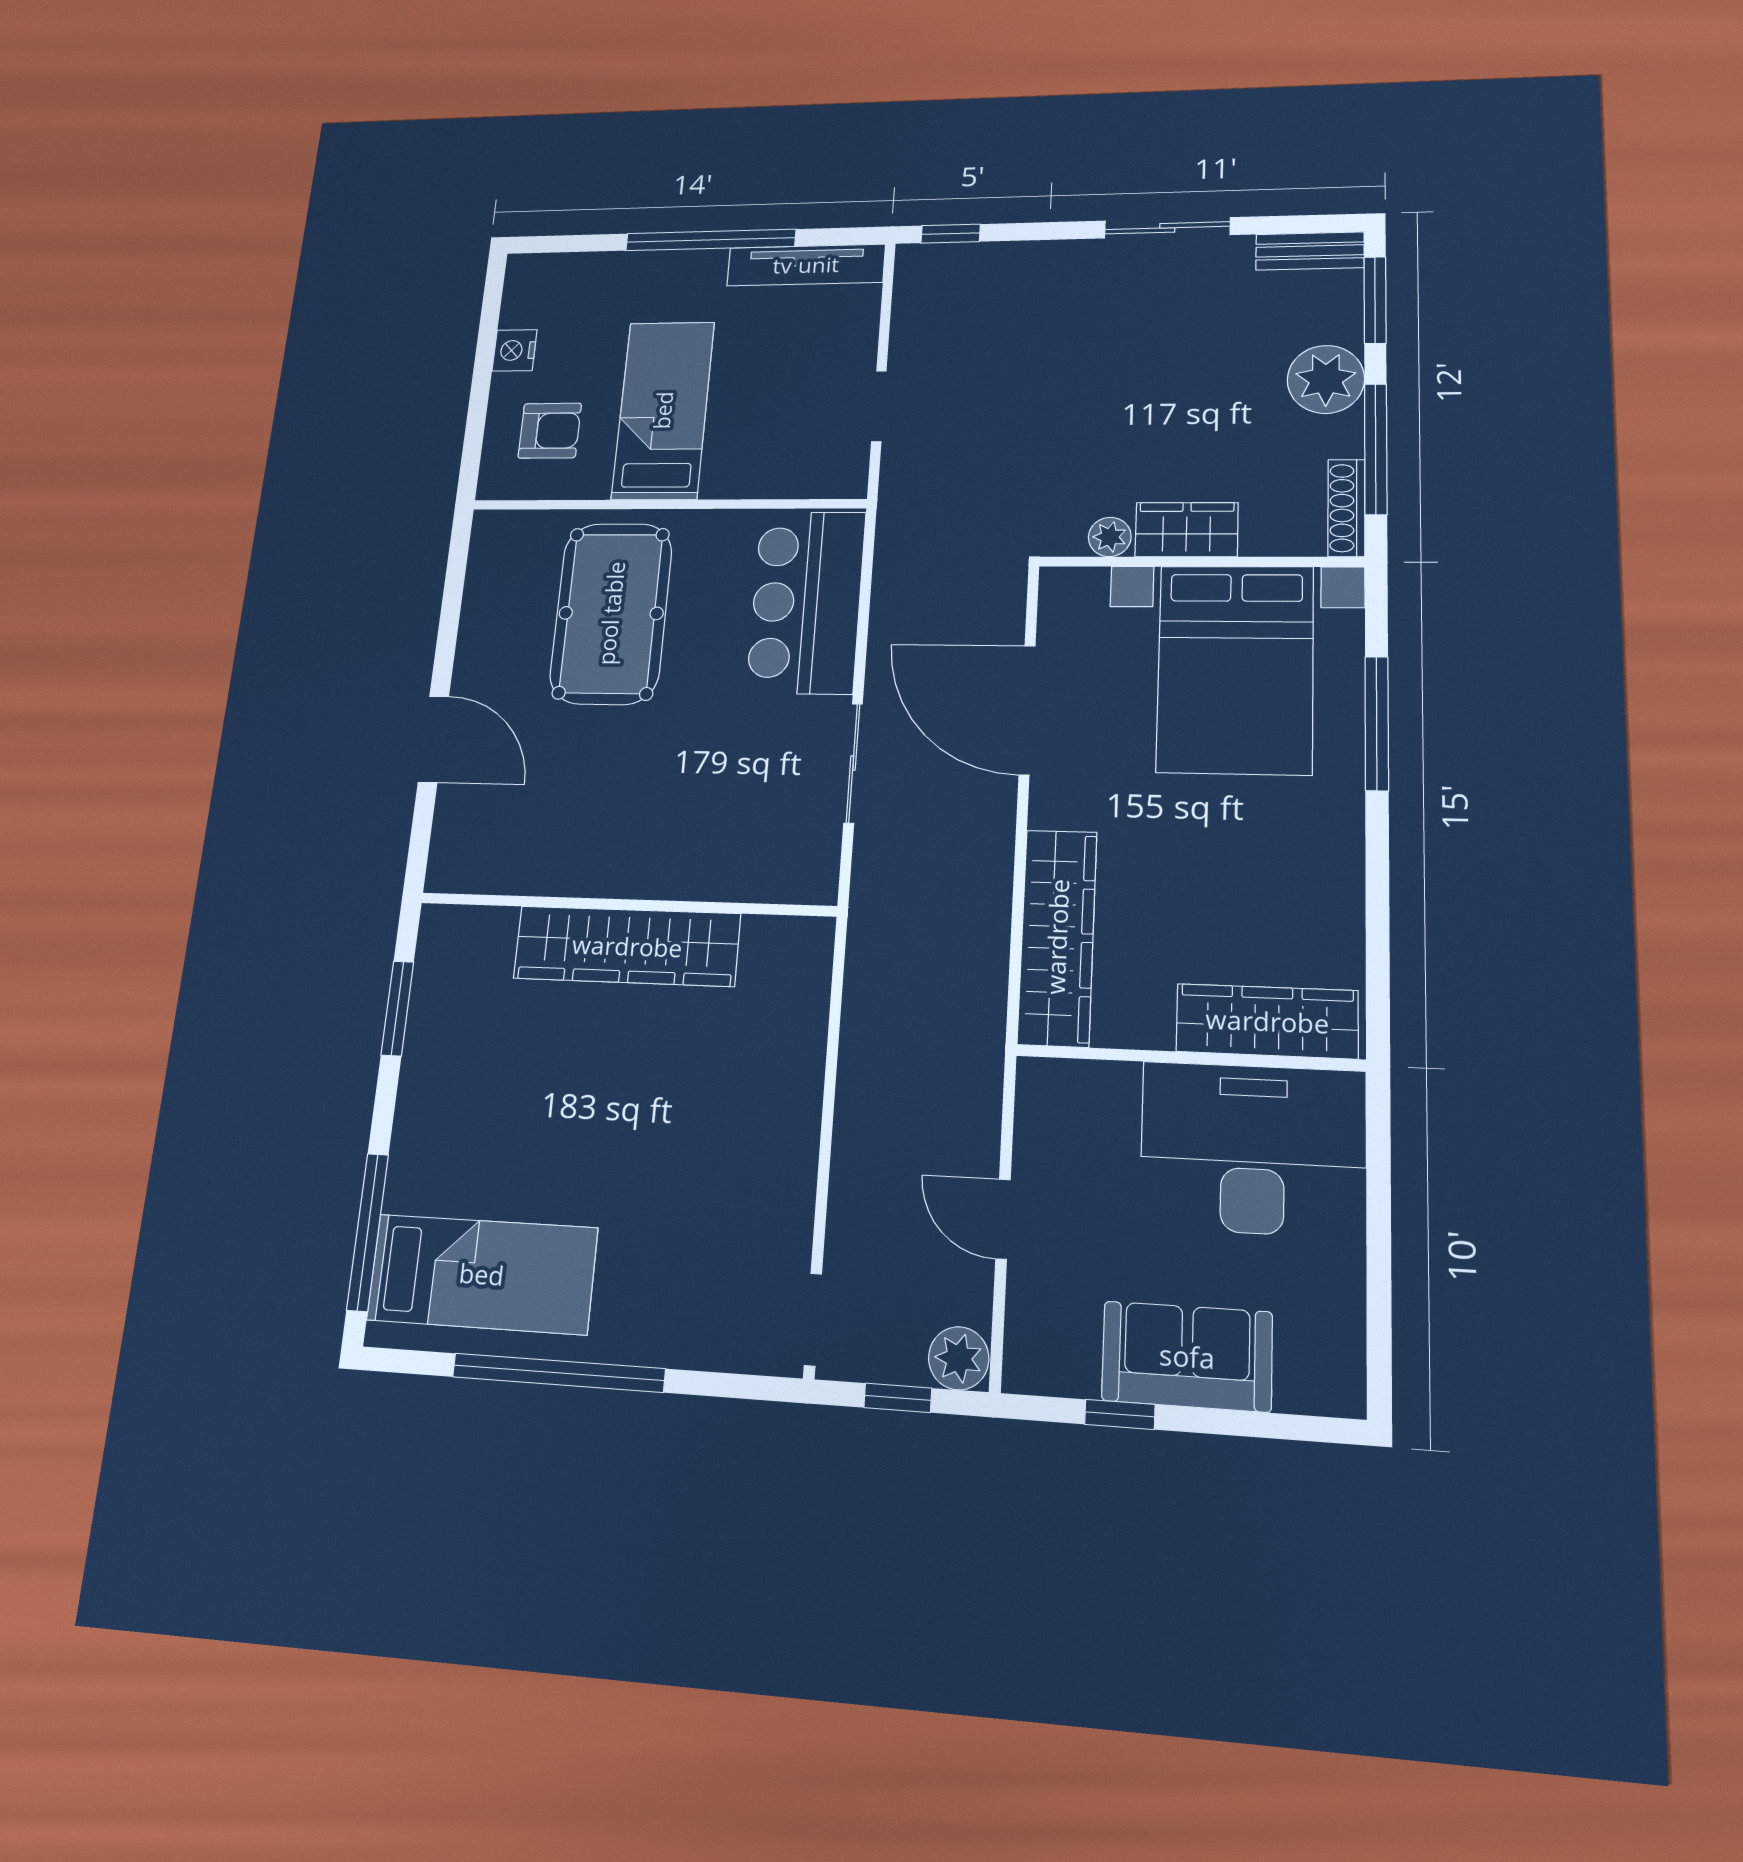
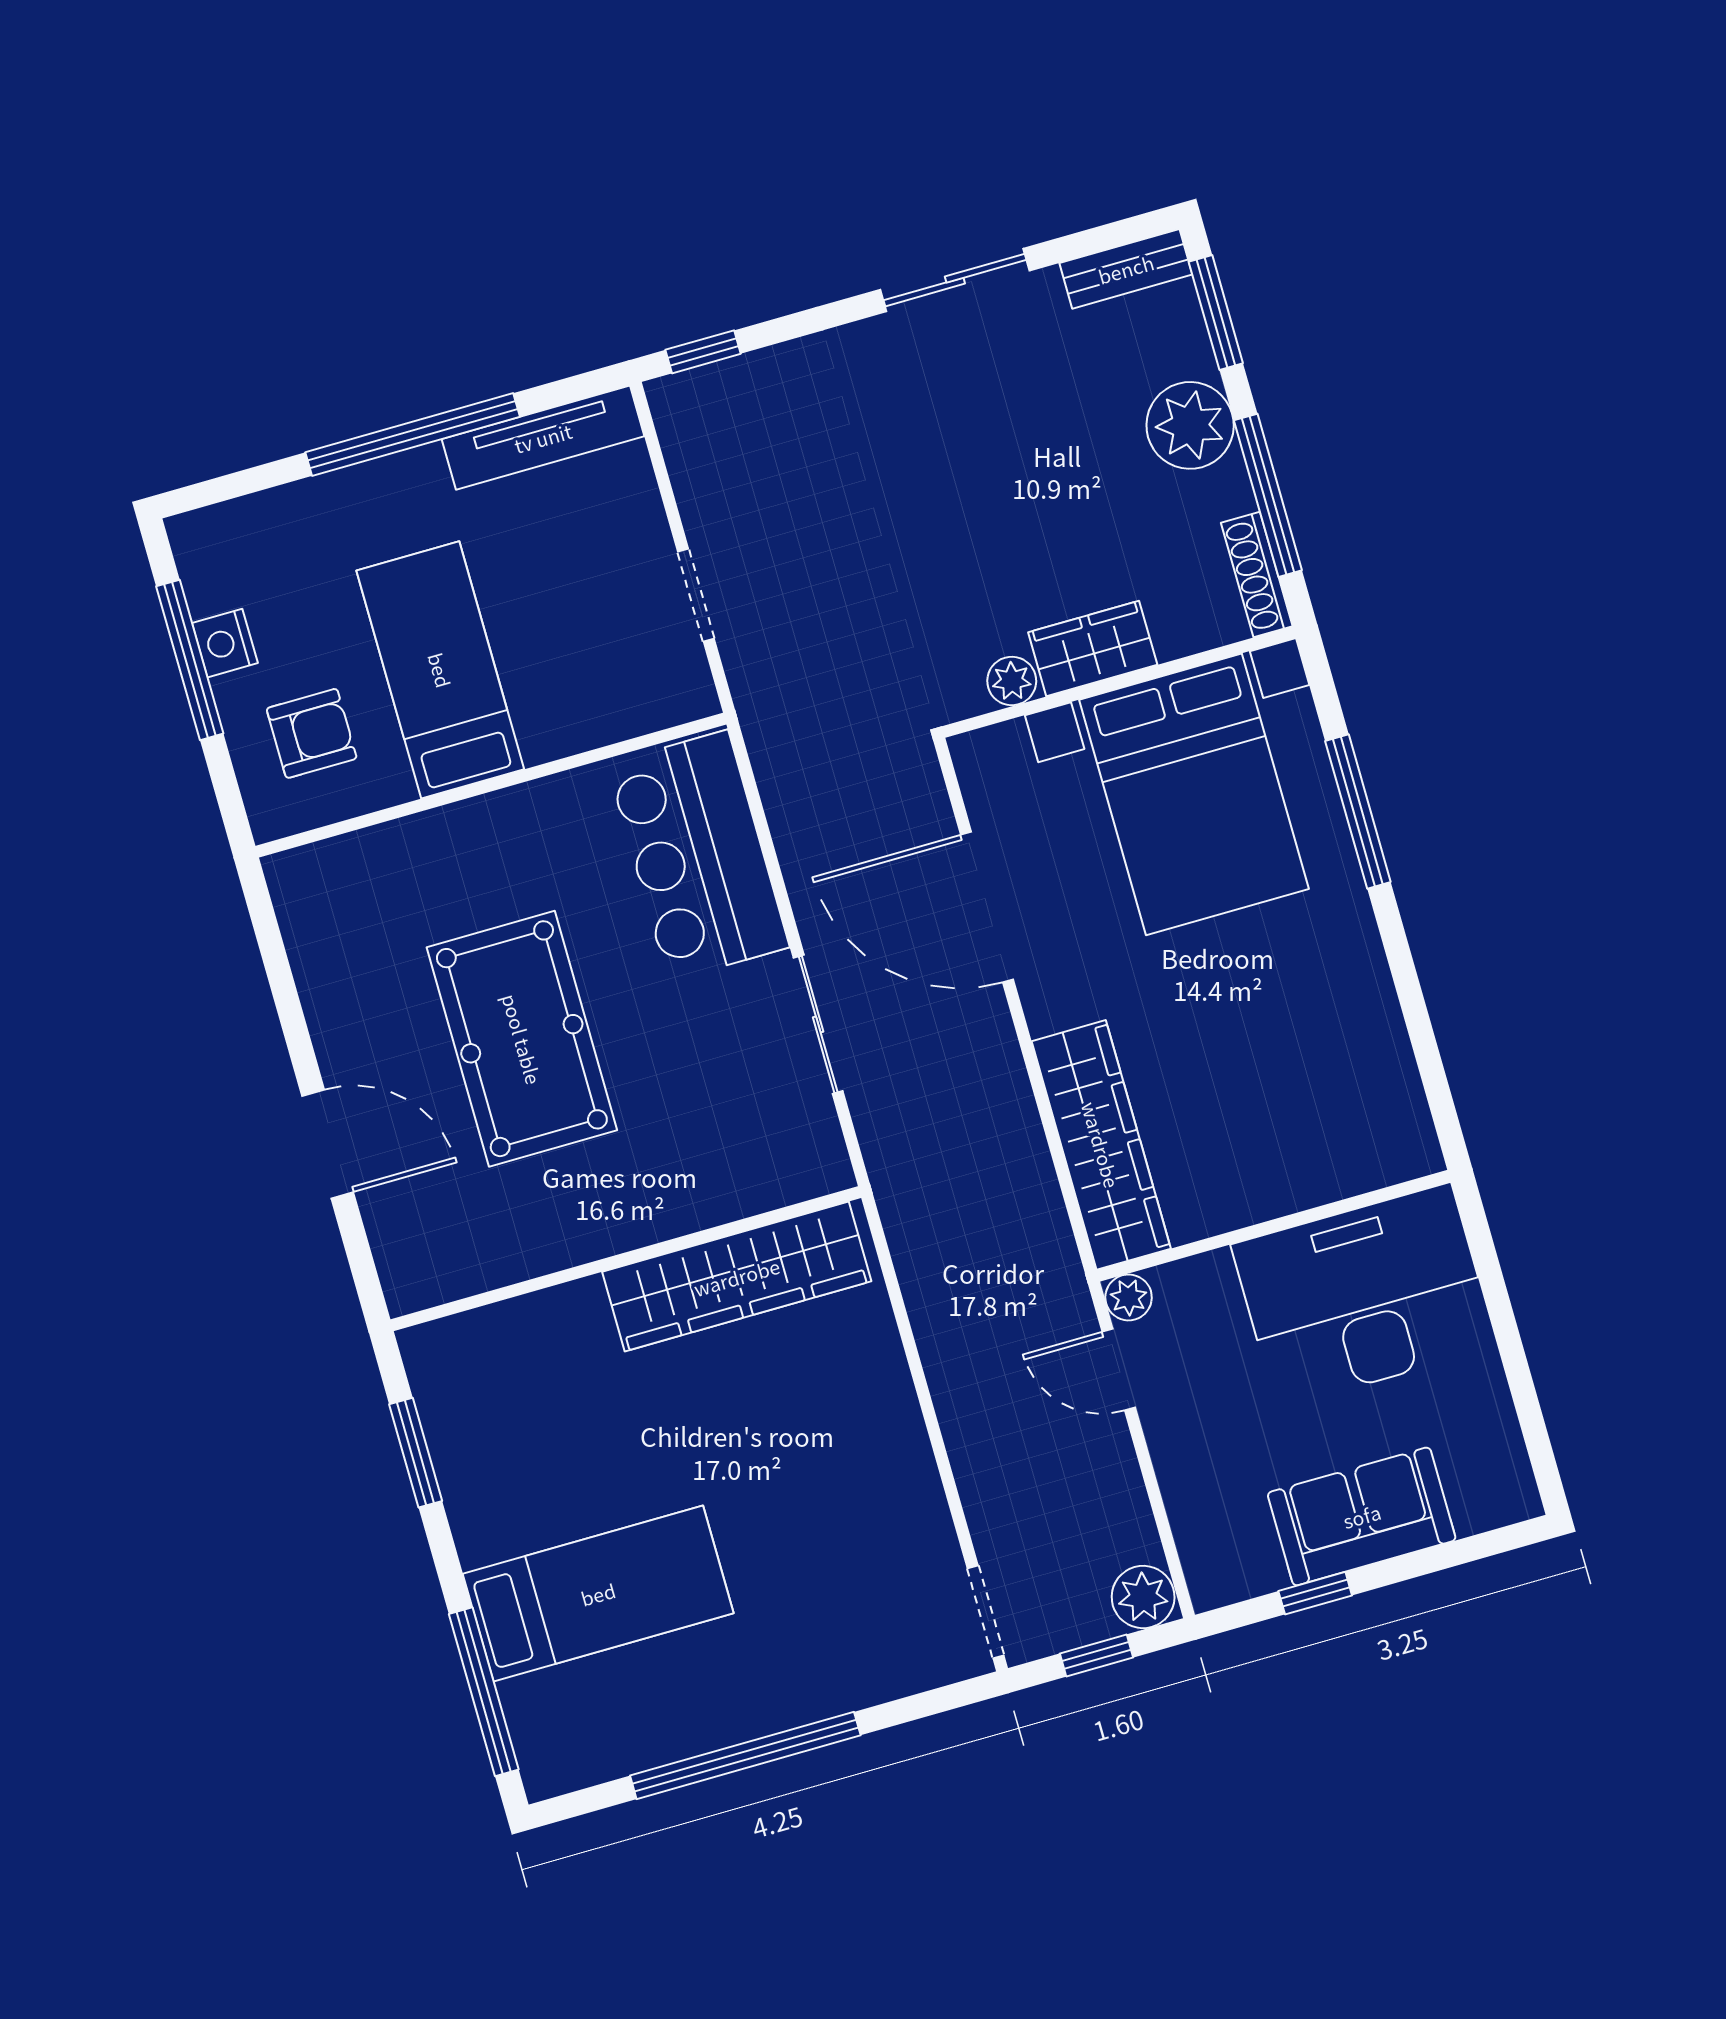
window: (485, 356) -> (190, 660), added
pool table: (611, 613) -> (522, 1039), moved
wardrobe: (627, 946) -> (737, 1277), moved
wardrobe: (1267, 1021) -> (1340, 1163), removed
plant: (1037, 1078) -> (1129, 1297), added
door: (1003, 1219) -> (1119, 1370), moved
bed: (482, 1274) -> (598, 1594), moved

